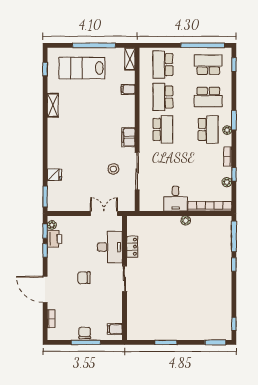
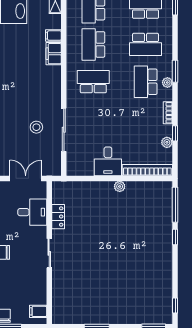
school desk: (163, 129) -> (93, 82), turned -90
school desk: (208, 129) -> (146, 82), turned 180
filing cabinet: (128, 137) -> (54, 54), moved
desk: (110, 247) -> (32, 212), width x0.73

